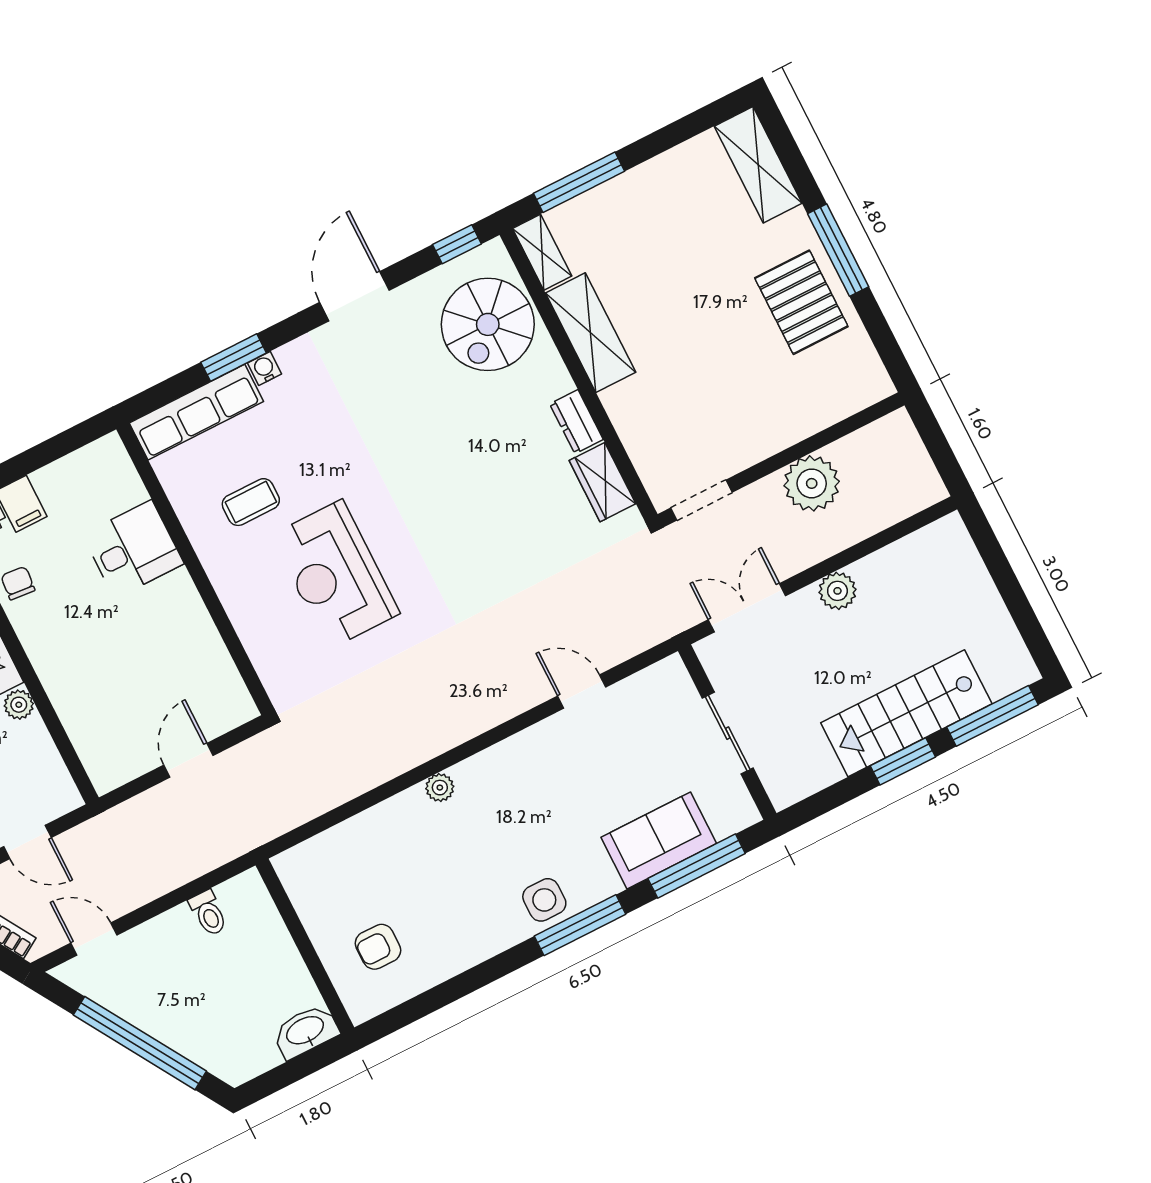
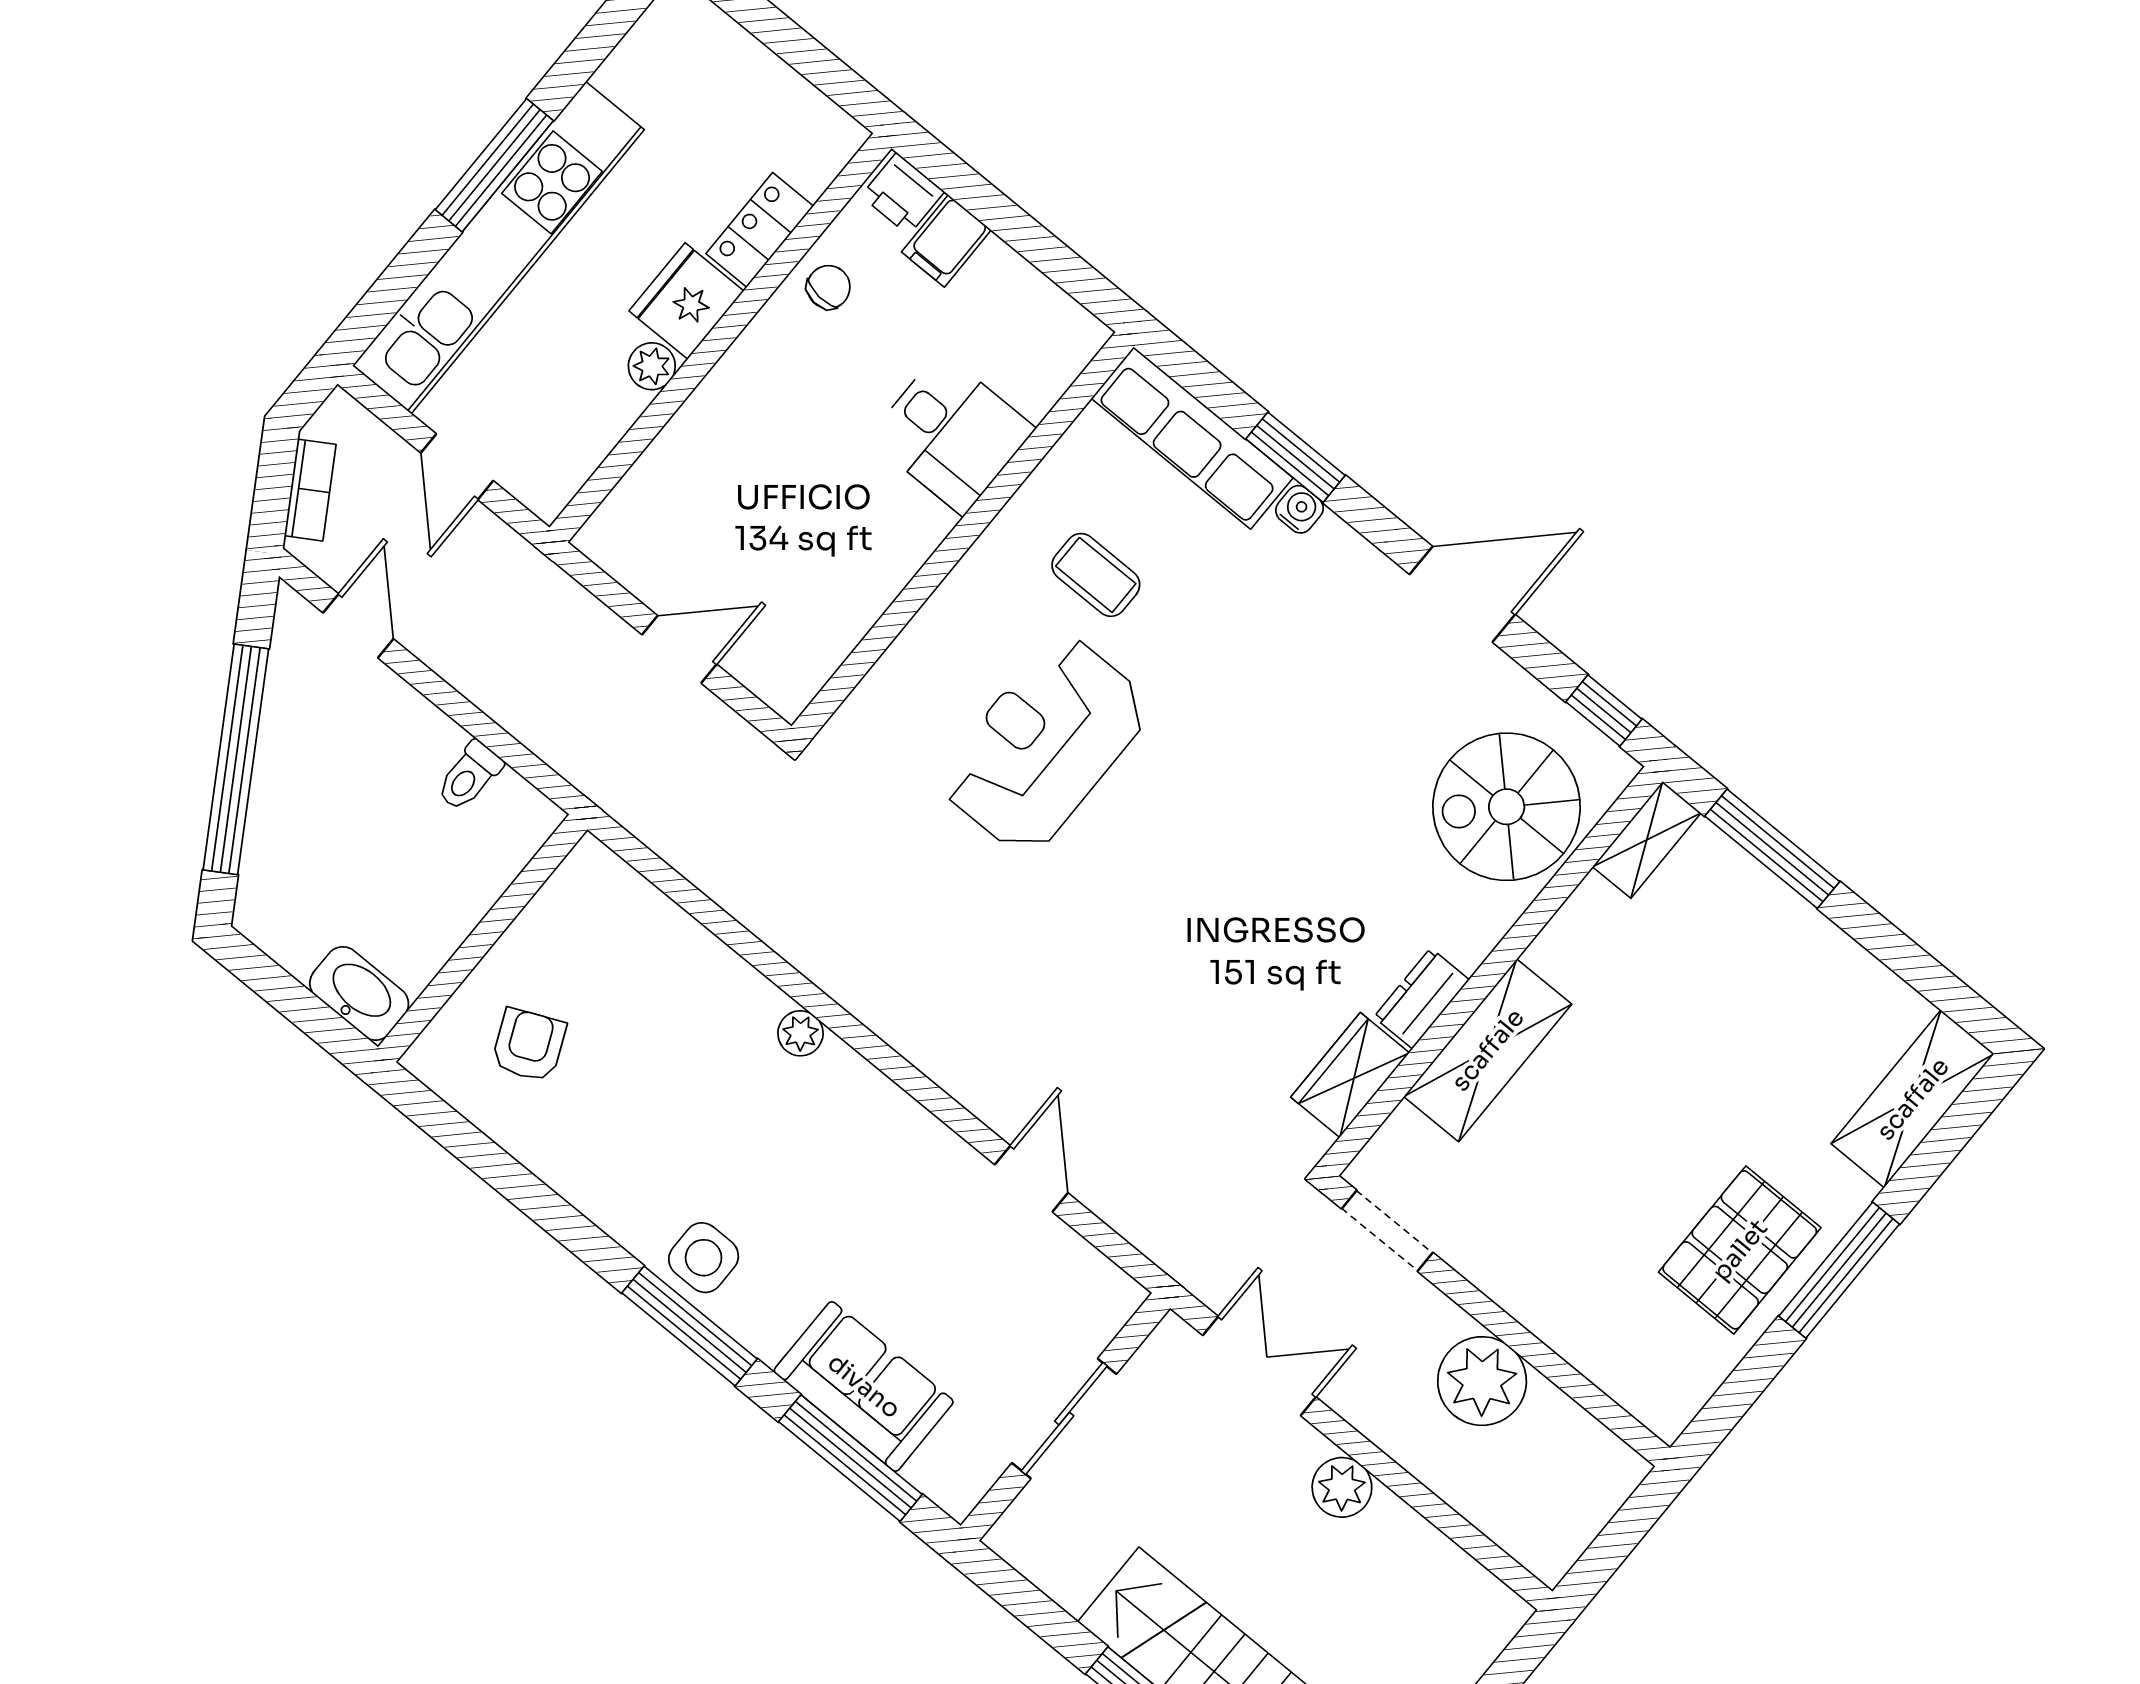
shelving: (591, 333) -> (1488, 1050), moved
armchair: (378, 947) -> (529, 1045), turned 66

